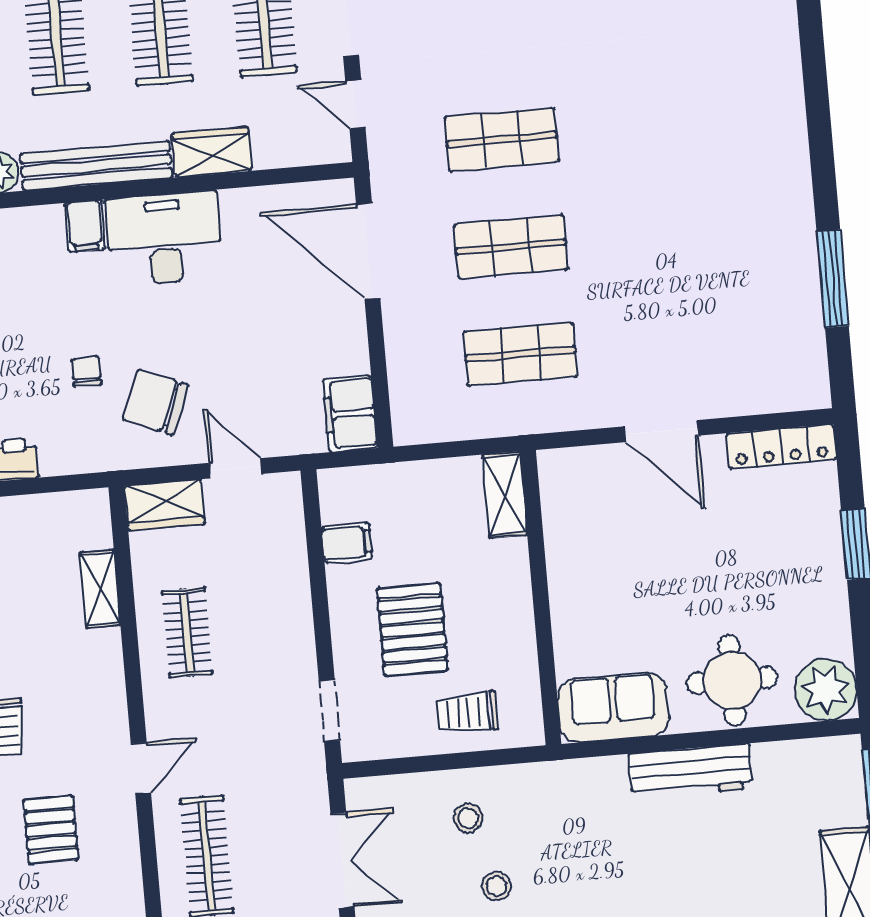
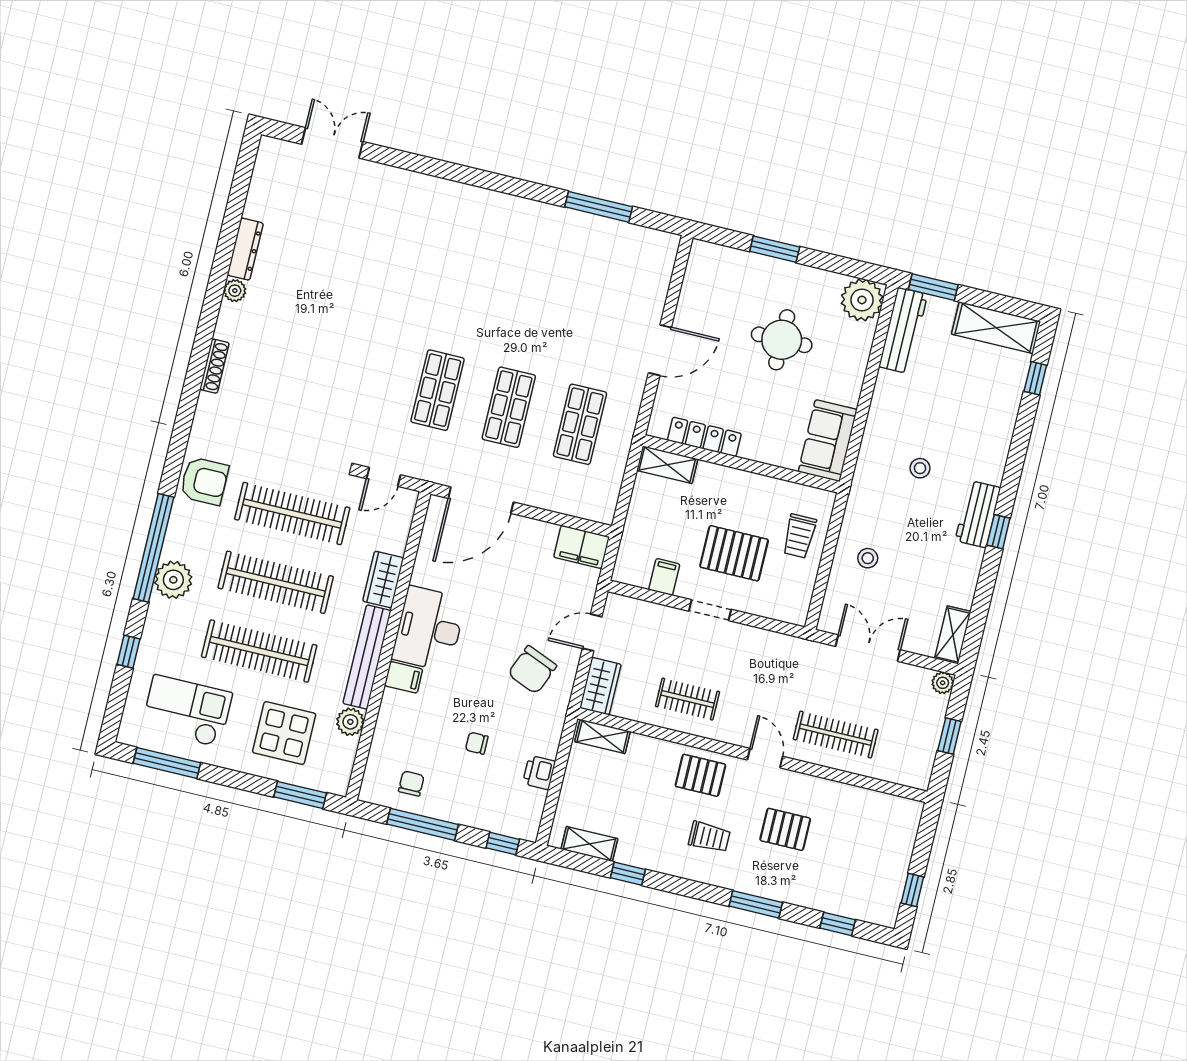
chair: (86, 372) -> (477, 743), moved
locker: (781, 446) -> (704, 437), moved, turned -90
shelving: (100, 589) -> (603, 736), moved
round table: (732, 680) -> (782, 340), moved
pallet: (87, 686) -> (700, 775), added
doorway: (329, 711) -> (710, 610), moved
workbench: (691, 771) -> (903, 330), moved
stool: (496, 886) -> (920, 468), moved

